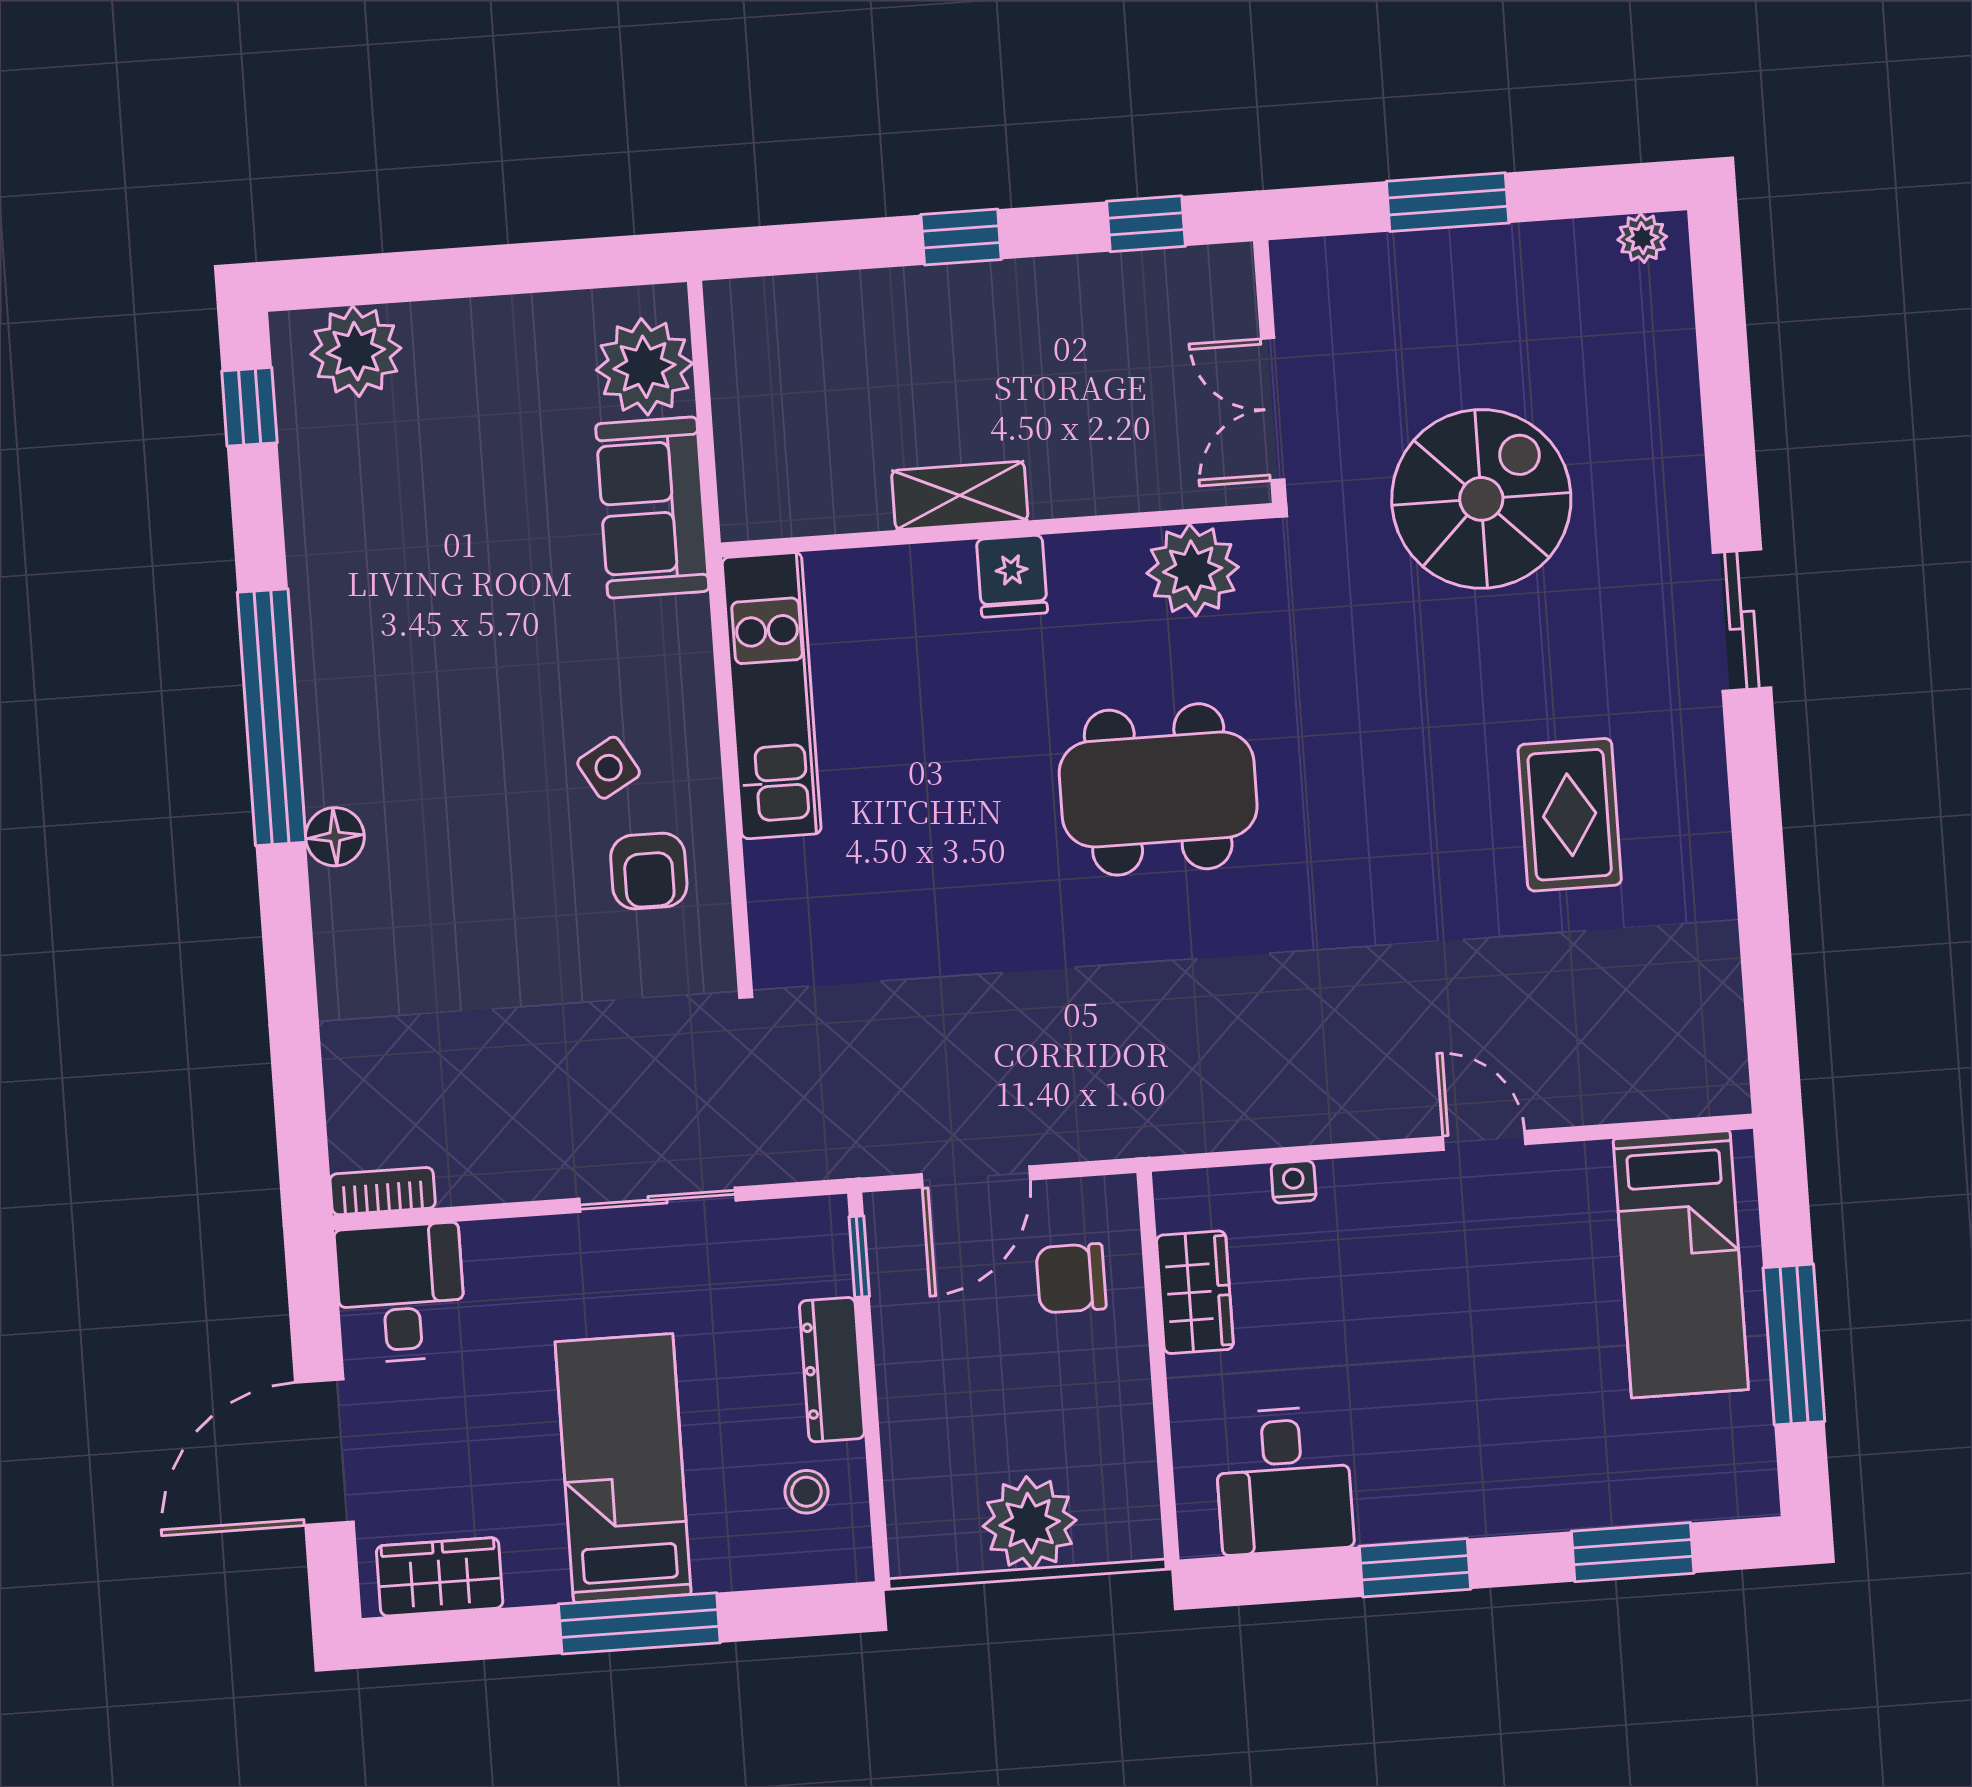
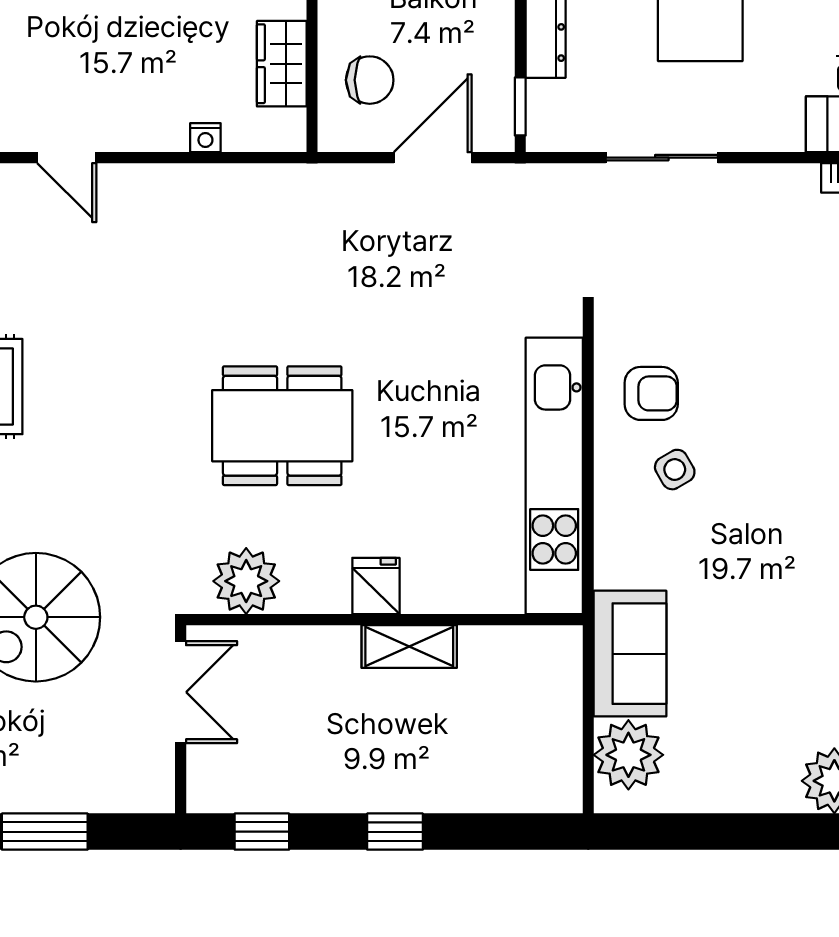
kitchen unit: (772, 696) -> (554, 476), width x1.36
armchair: (649, 871) -> (651, 393), turned 90

